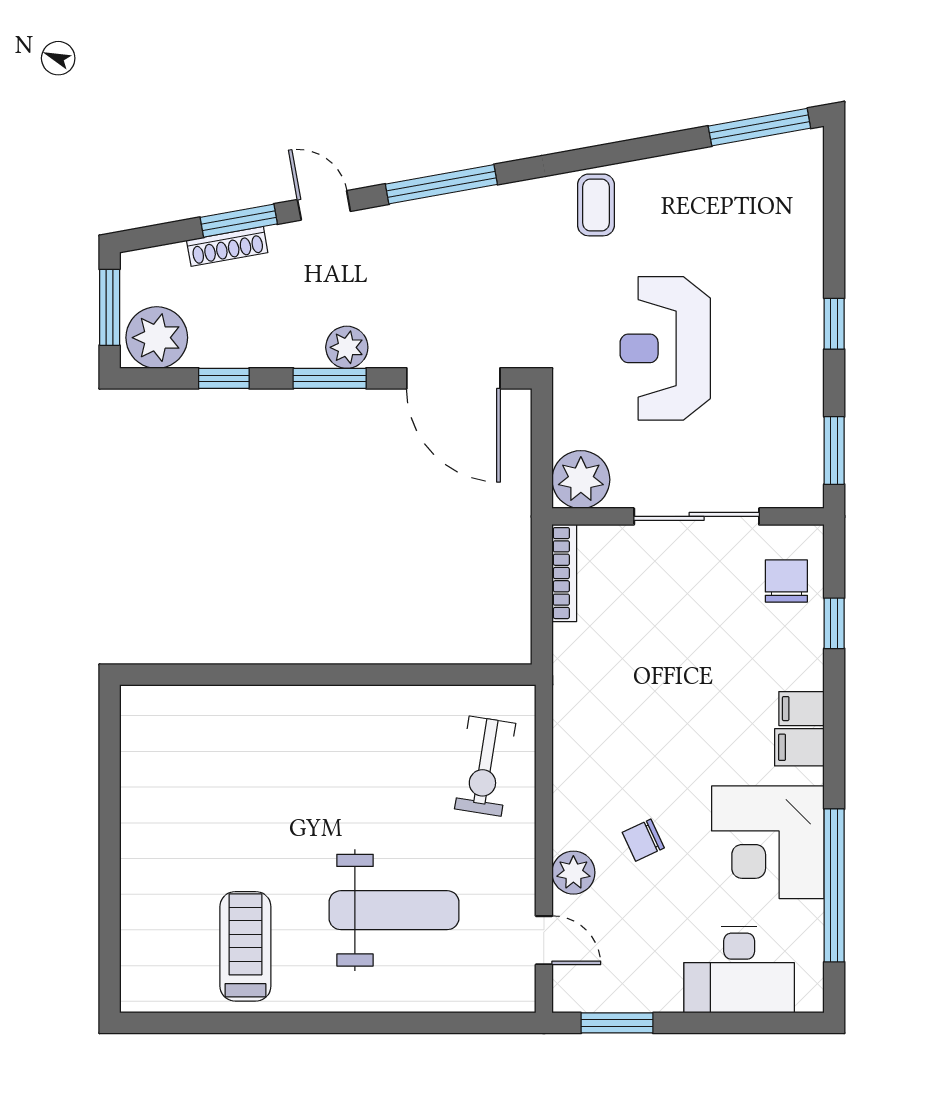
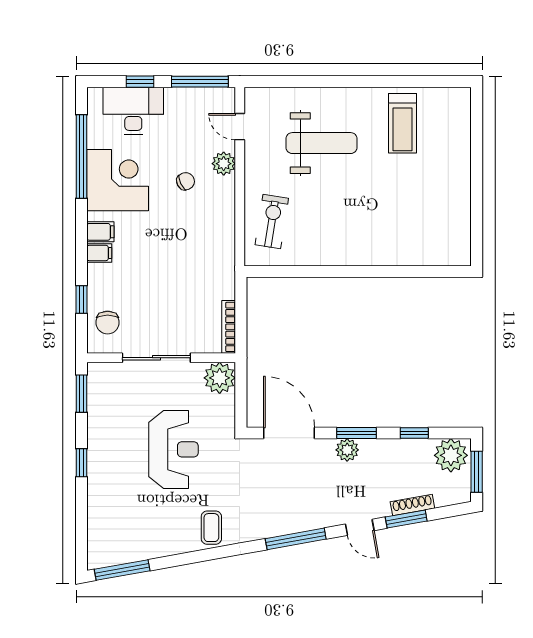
weight bench: (394, 910) -> (321, 143), turned 180
window: (617, 1023) -> (200, 82), width x1.44
window: (727, 1023) -> (140, 82), added

